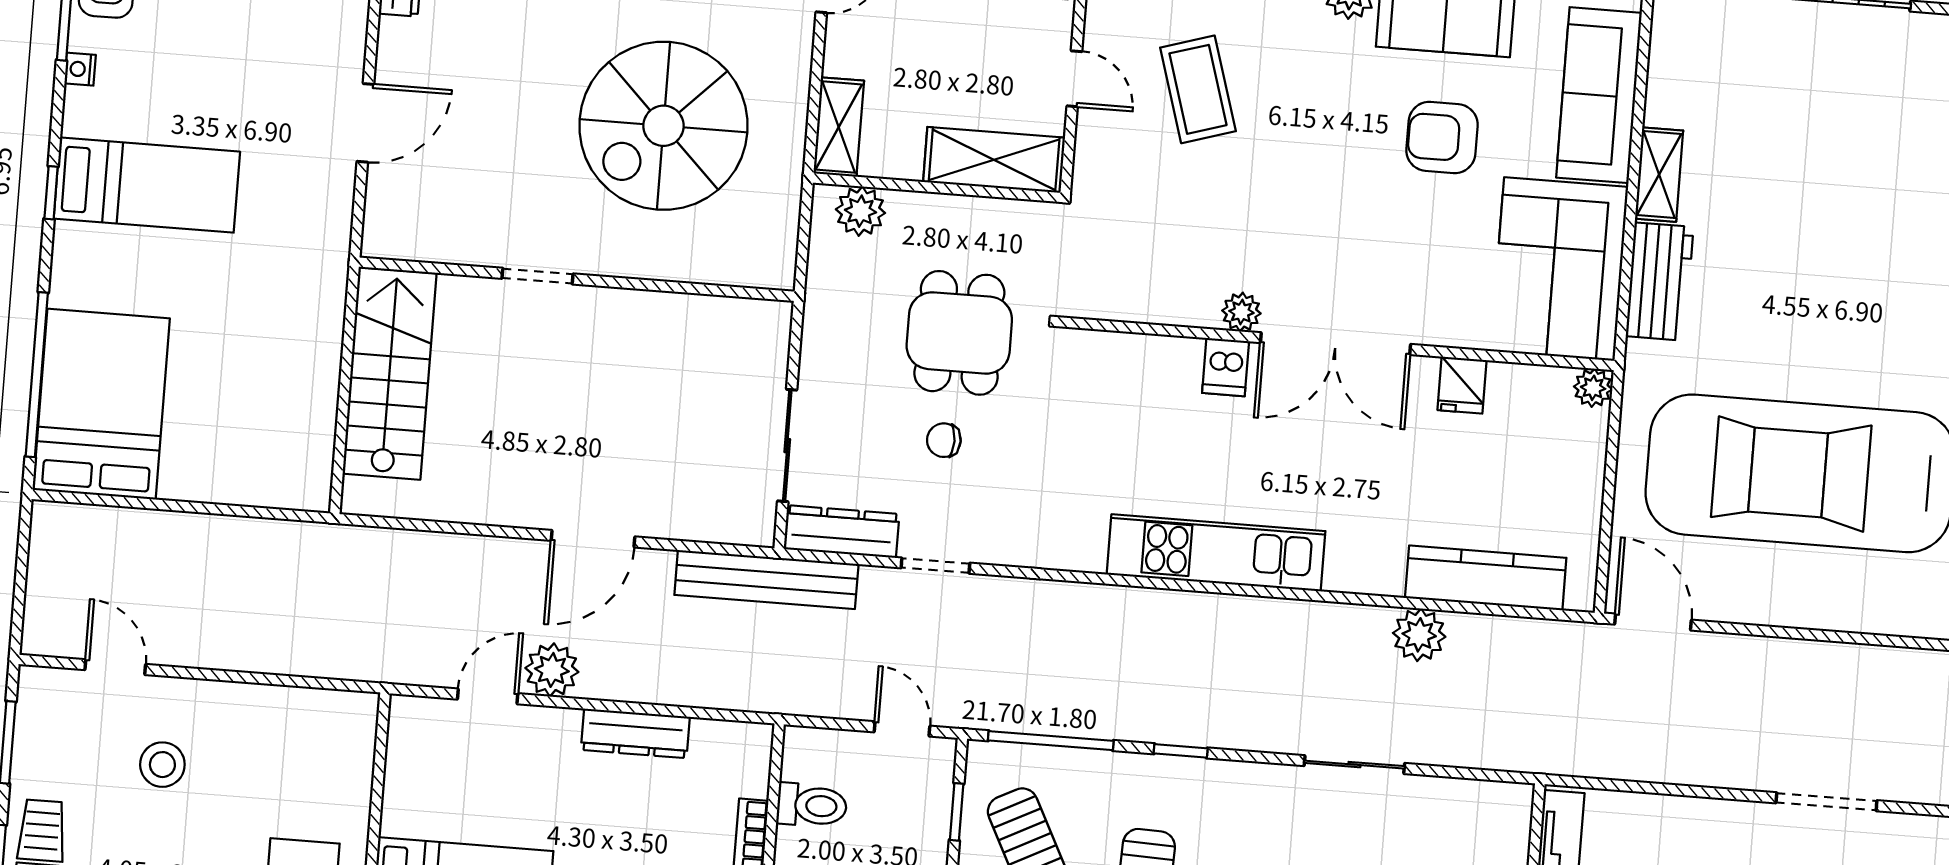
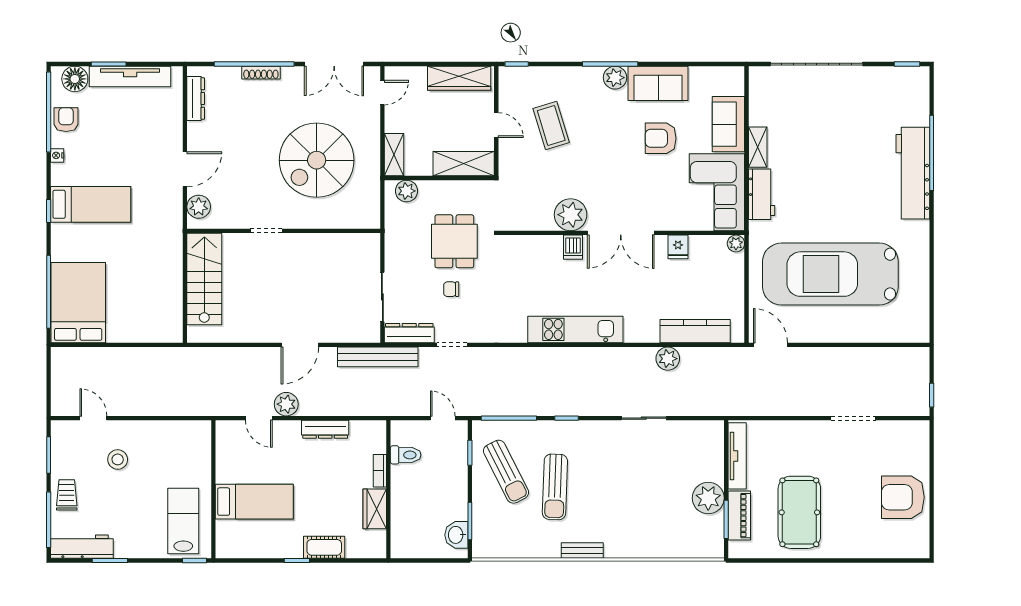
sofa: (1599, 95) -> (728, 124), width x0.73
plant: (390, 210) -> (199, 207), added
plant: (1241, 312) -> (571, 215), width x1.87, depth x1.87
door: (488, 696) -> (259, 418), swing flipped

